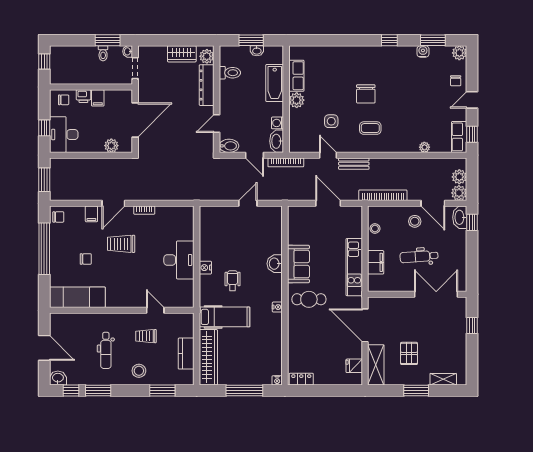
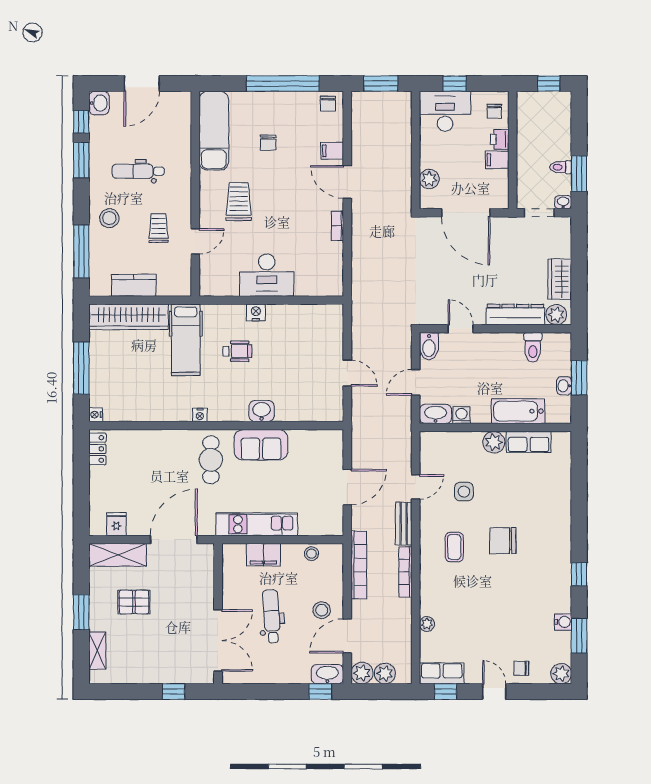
bookcase: (286, 162) -> (405, 572), moved
trolley: (121, 244) -> (239, 202), moved
window: (162, 391) -> (81, 251), width x1.44

